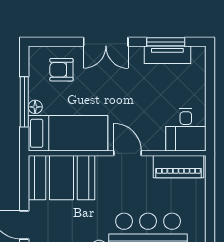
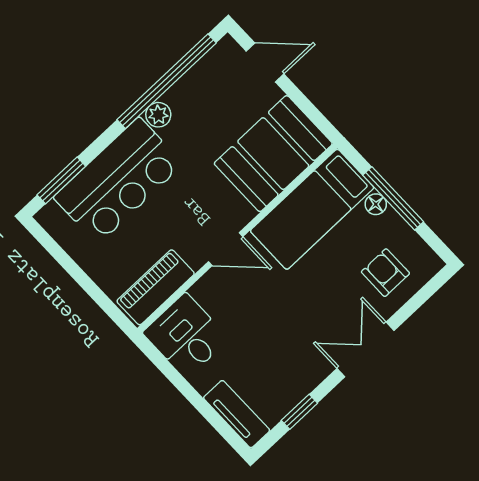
window: (166, 42) -> (299, 412), width x0.67
tv unit: (167, 55) -> (237, 414), moved, turned 90
armchair: (61, 70) -> (385, 273), turned -90

